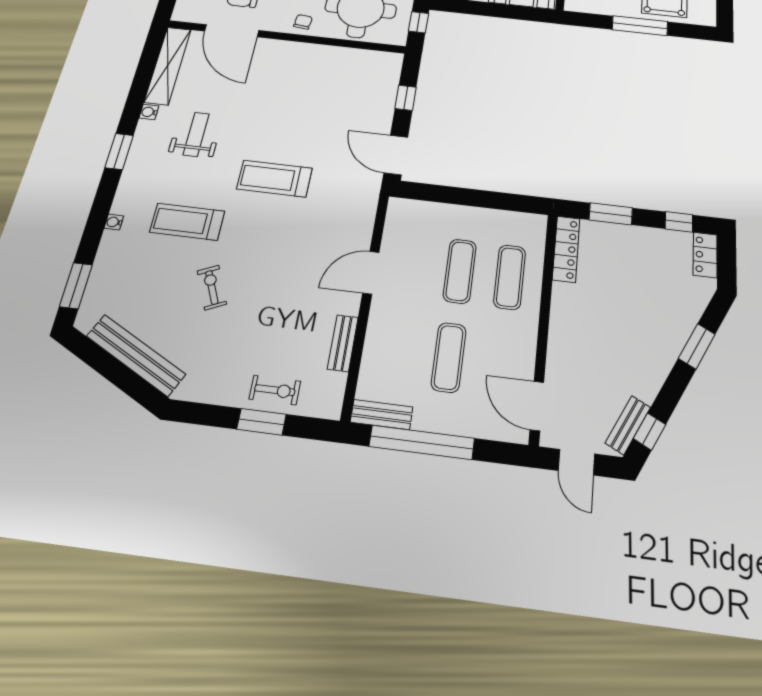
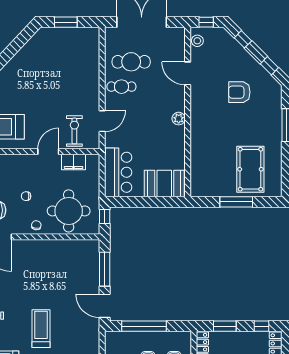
window: (406, 98) -> (105, 269), width x2.17
treadmill: (274, 179) -> (41, 329), turned 90
window: (462, 196) -> (144, 326), added

